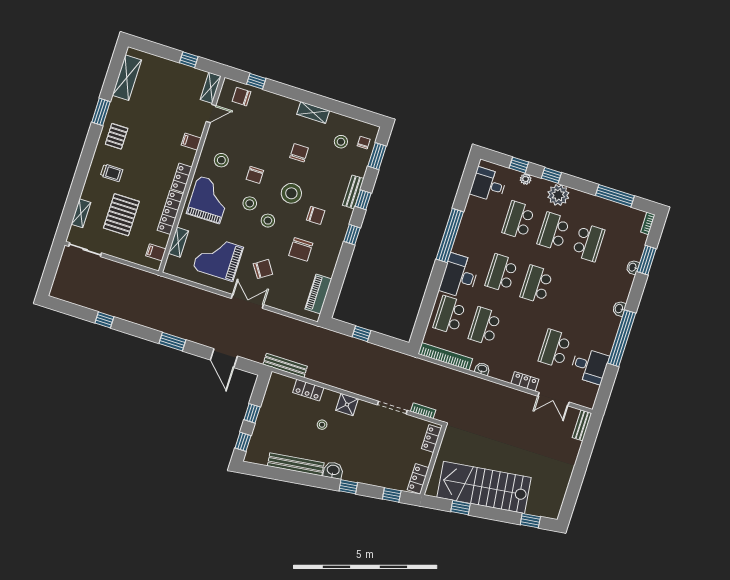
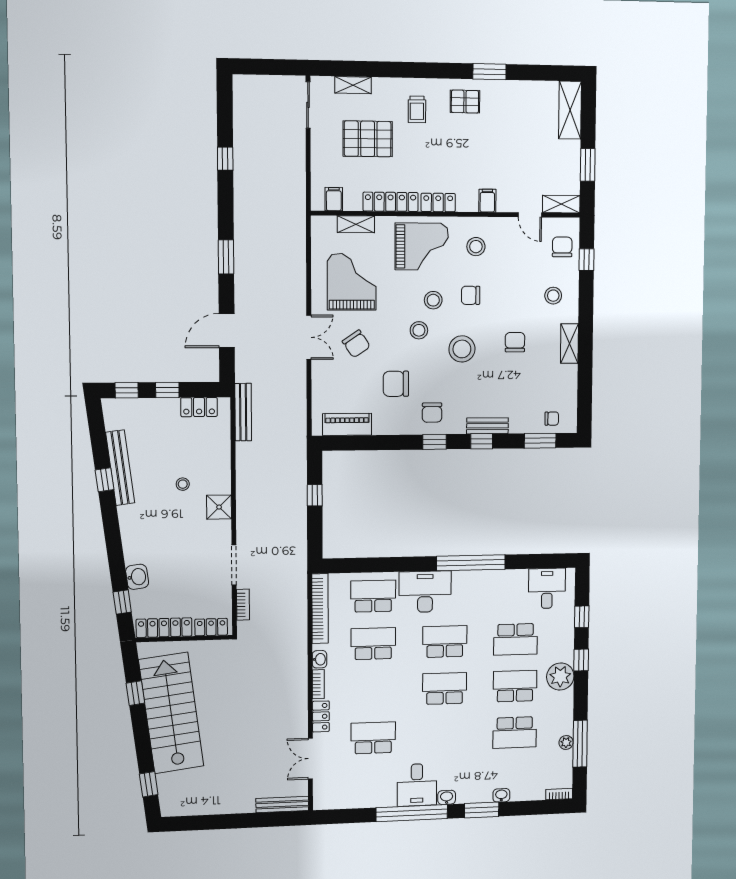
window: (189, 60) -> (588, 165), width x1.50
shelving: (127, 78) -> (570, 110), moved, turned 90
stool: (341, 142) -> (553, 296), moved
chair: (299, 153) -> (515, 342), turned -90
plant: (526, 179) -> (566, 743), moved
chair: (316, 215) -> (432, 413), moved
school desk: (518, 220) -> (515, 639), turned 180
window: (647, 260) -> (482, 810), moved
desk: (589, 366) -> (417, 785), moved
bookcase: (500, 376) -> (318, 684), added
locker: (308, 390) -> (199, 407), moved, turned -90
bench: (582, 425) -> (282, 805), width x1.36
washbasin: (333, 470) -> (137, 577), moved
locker: (418, 479) -> (164, 628), width x1.53
window: (348, 487) -> (104, 480), moved

